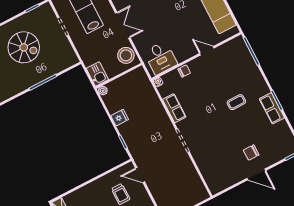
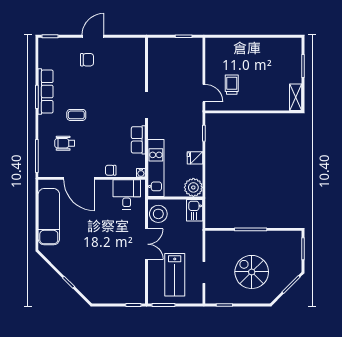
double door: (123, 25) -> (147, 244), swing flipped
door: (207, 51) -> (79, 178), width x1.87
wheelchair: (234, 74) -> (65, 143), added
plant: (103, 91) -> (193, 187), width x1.87, depth x1.87
kitchen unit: (148, 92) -> (156, 168), added
row of seats: (272, 108) -> (46, 92), width x1.48
door: (256, 174) -> (93, 36), hinge flipped

